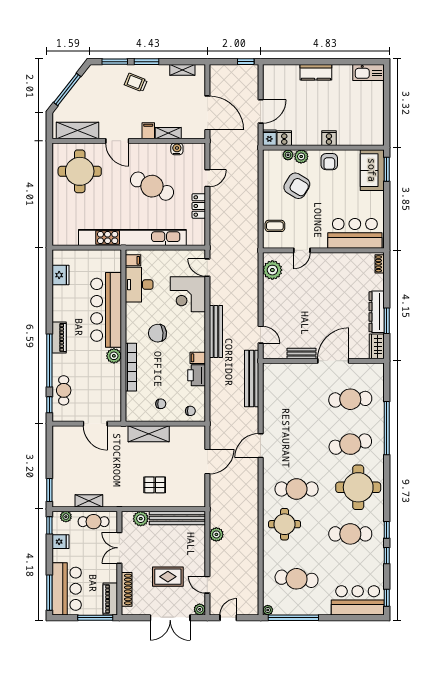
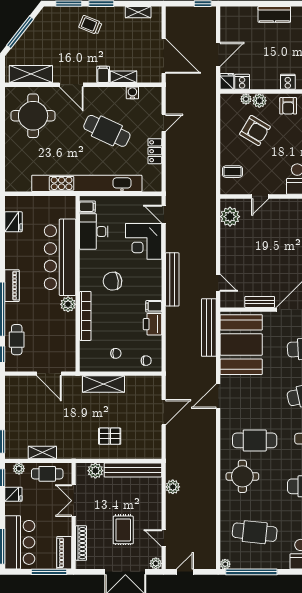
booth: (283, 395) -> (241, 345), added
rug: (168, 577) -> (123, 530), turned 90

